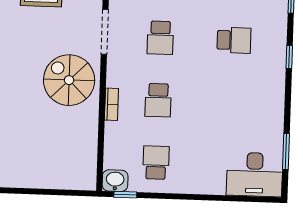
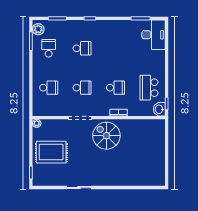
school desk: (234, 40) -> (82, 48), turned 90
spiral stairs: (69, 80) -> (106, 136), turned 90
school desk: (156, 163) -> (149, 88), width x1.85

